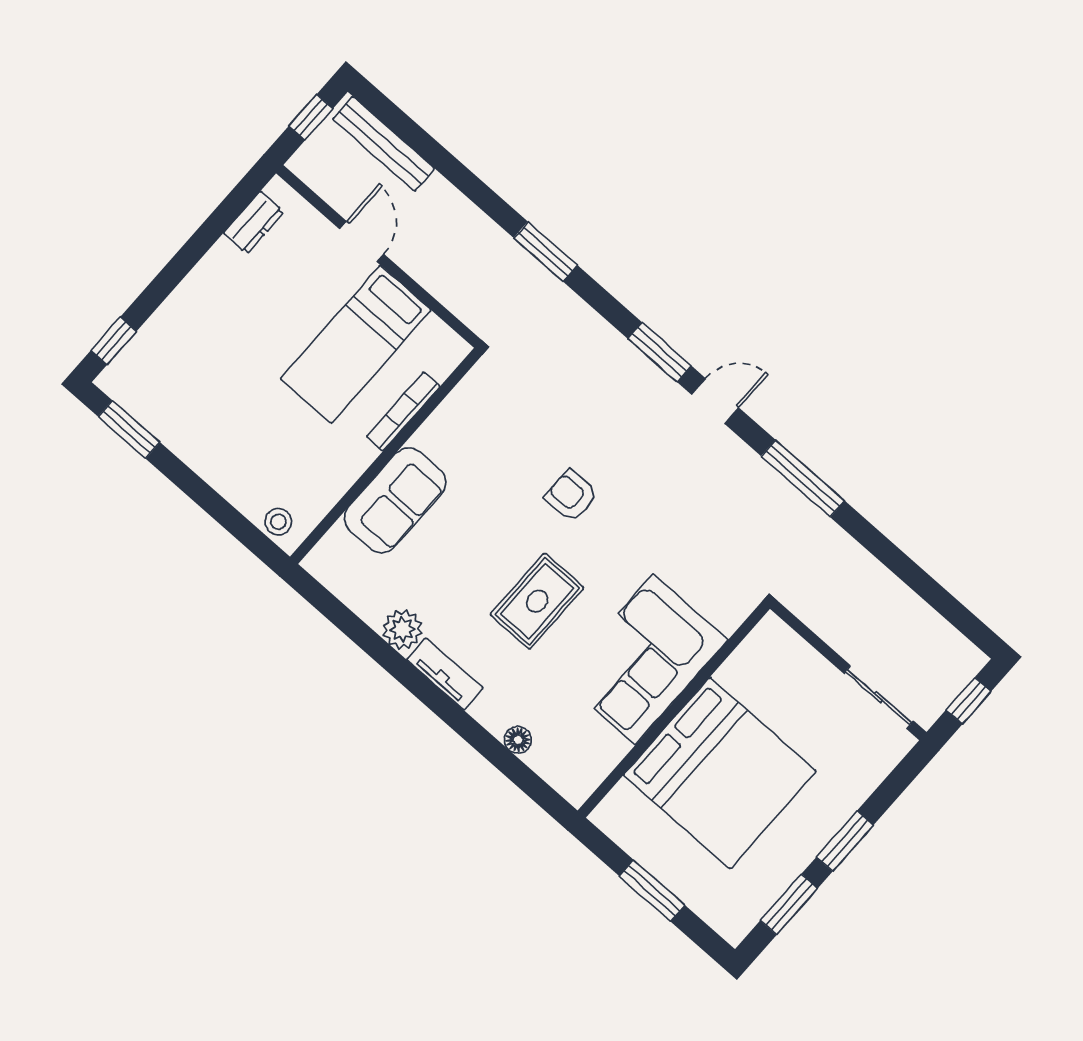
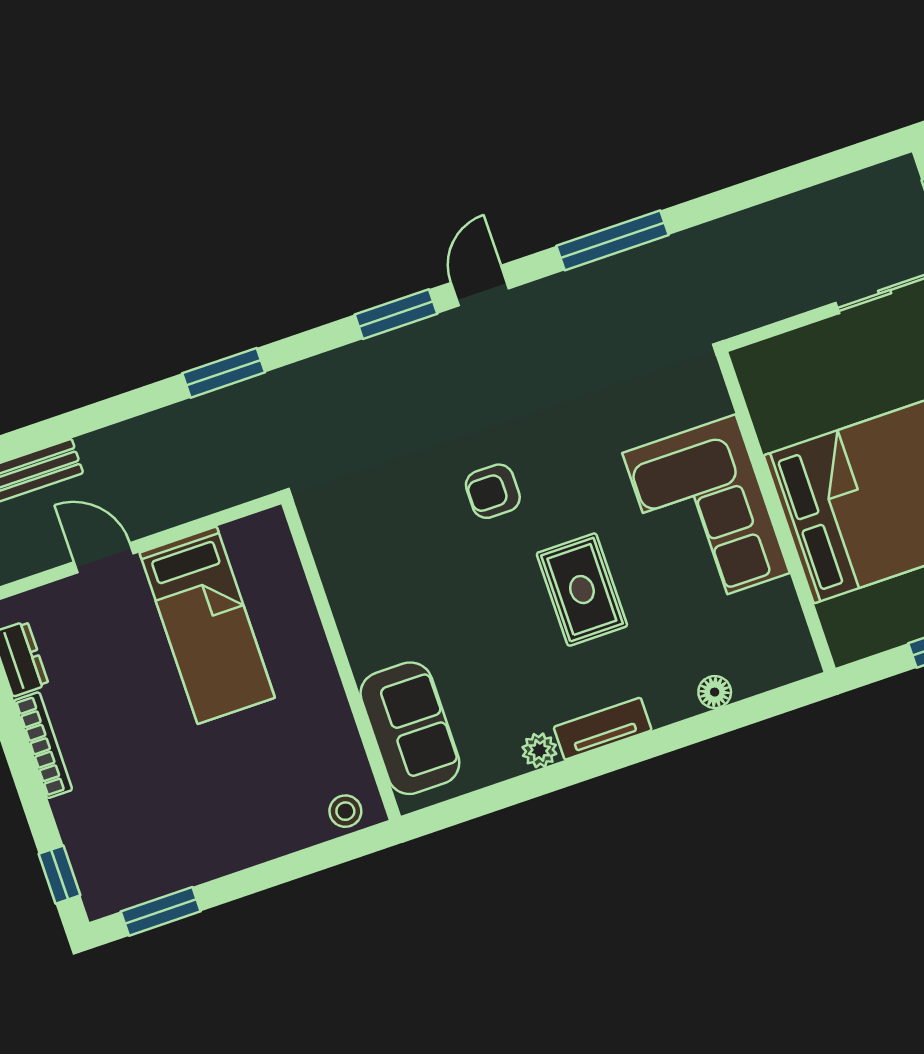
bookcase: (403, 411) -> (43, 745), moved, turned 180
sofa: (395, 500) -> (410, 728), moved
plant: (402, 629) -> (539, 750), width x0.73, depth x0.73

